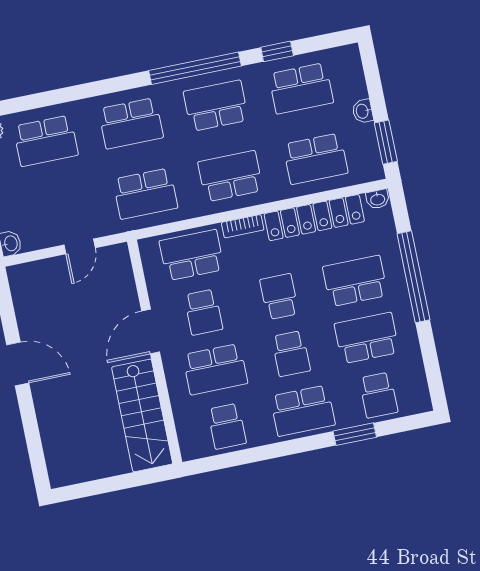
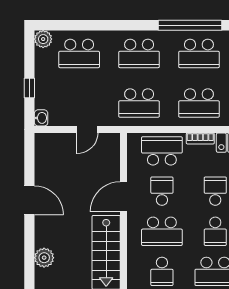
school desk: (216, 106) -> (199, 53), turned 180
school desk: (230, 176) -> (199, 103), turned 180
school desk: (203, 312) -> (162, 191), turned 180
plant: (56, 441) -> (44, 258), added

